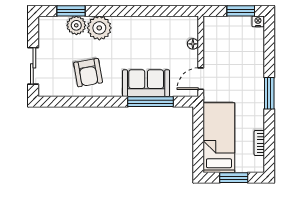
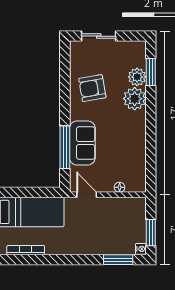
window: (269, 93) -> (118, 260), moved
bookcase: (259, 143) -> (26, 250), width x1.56

